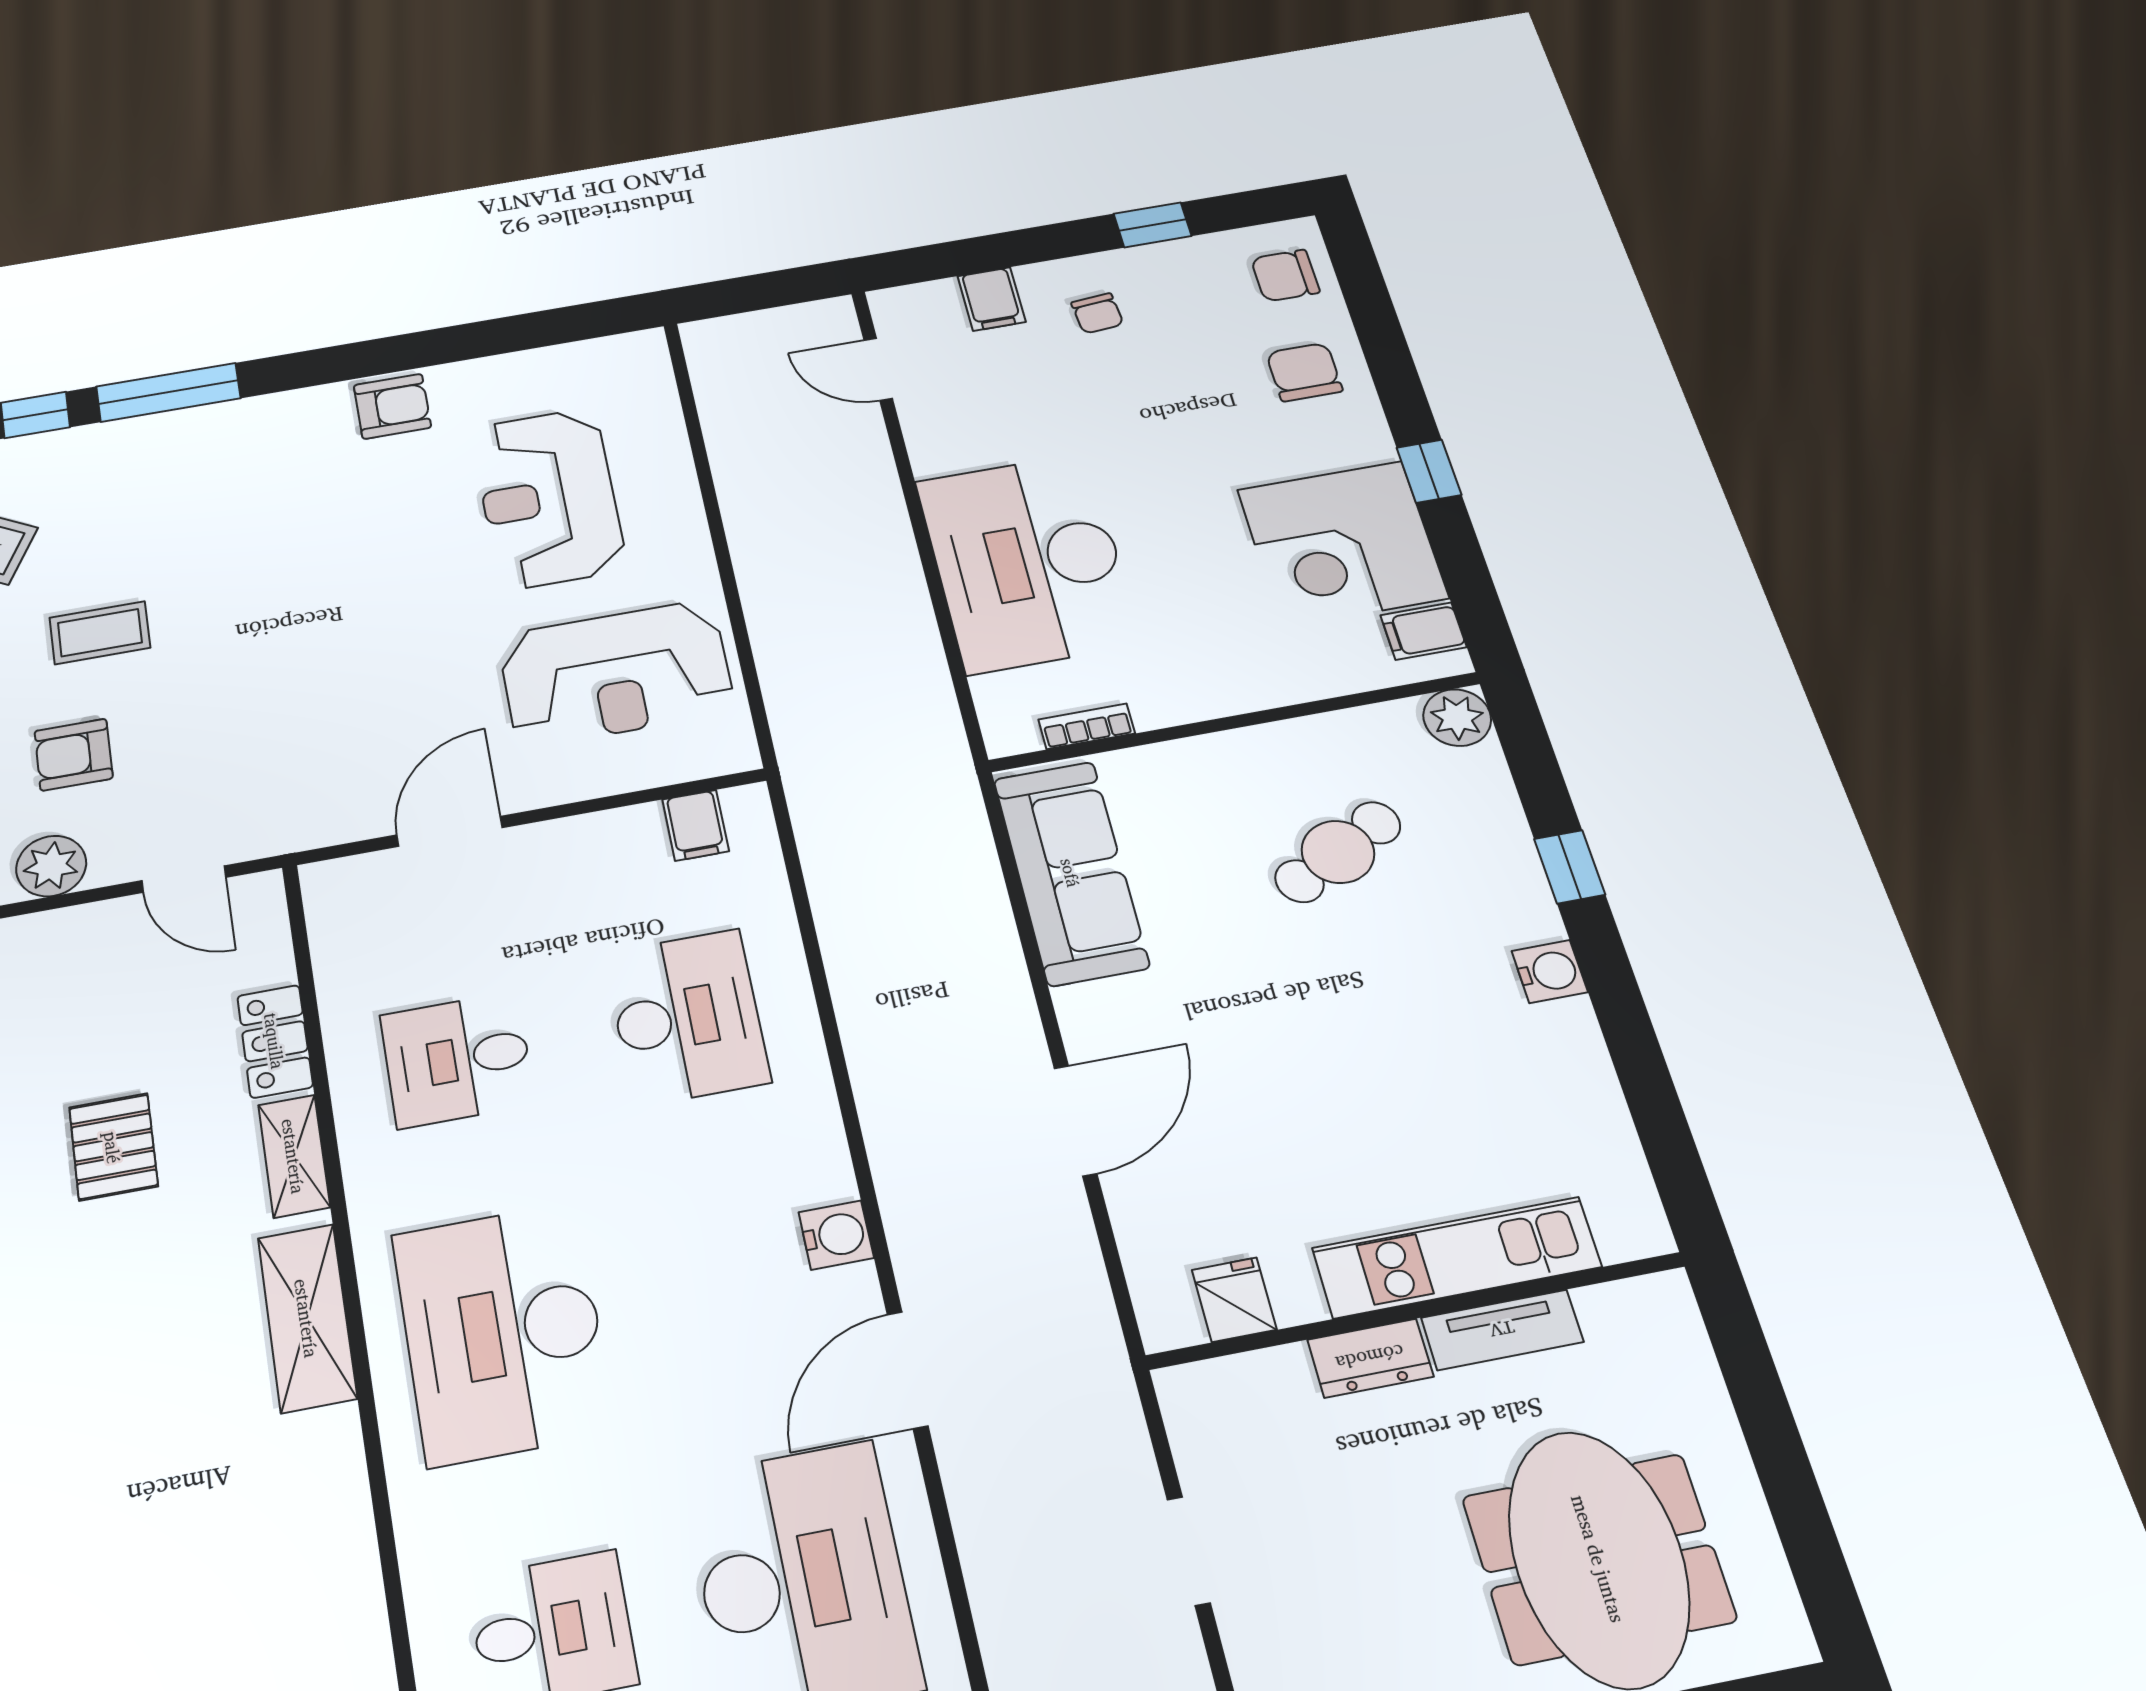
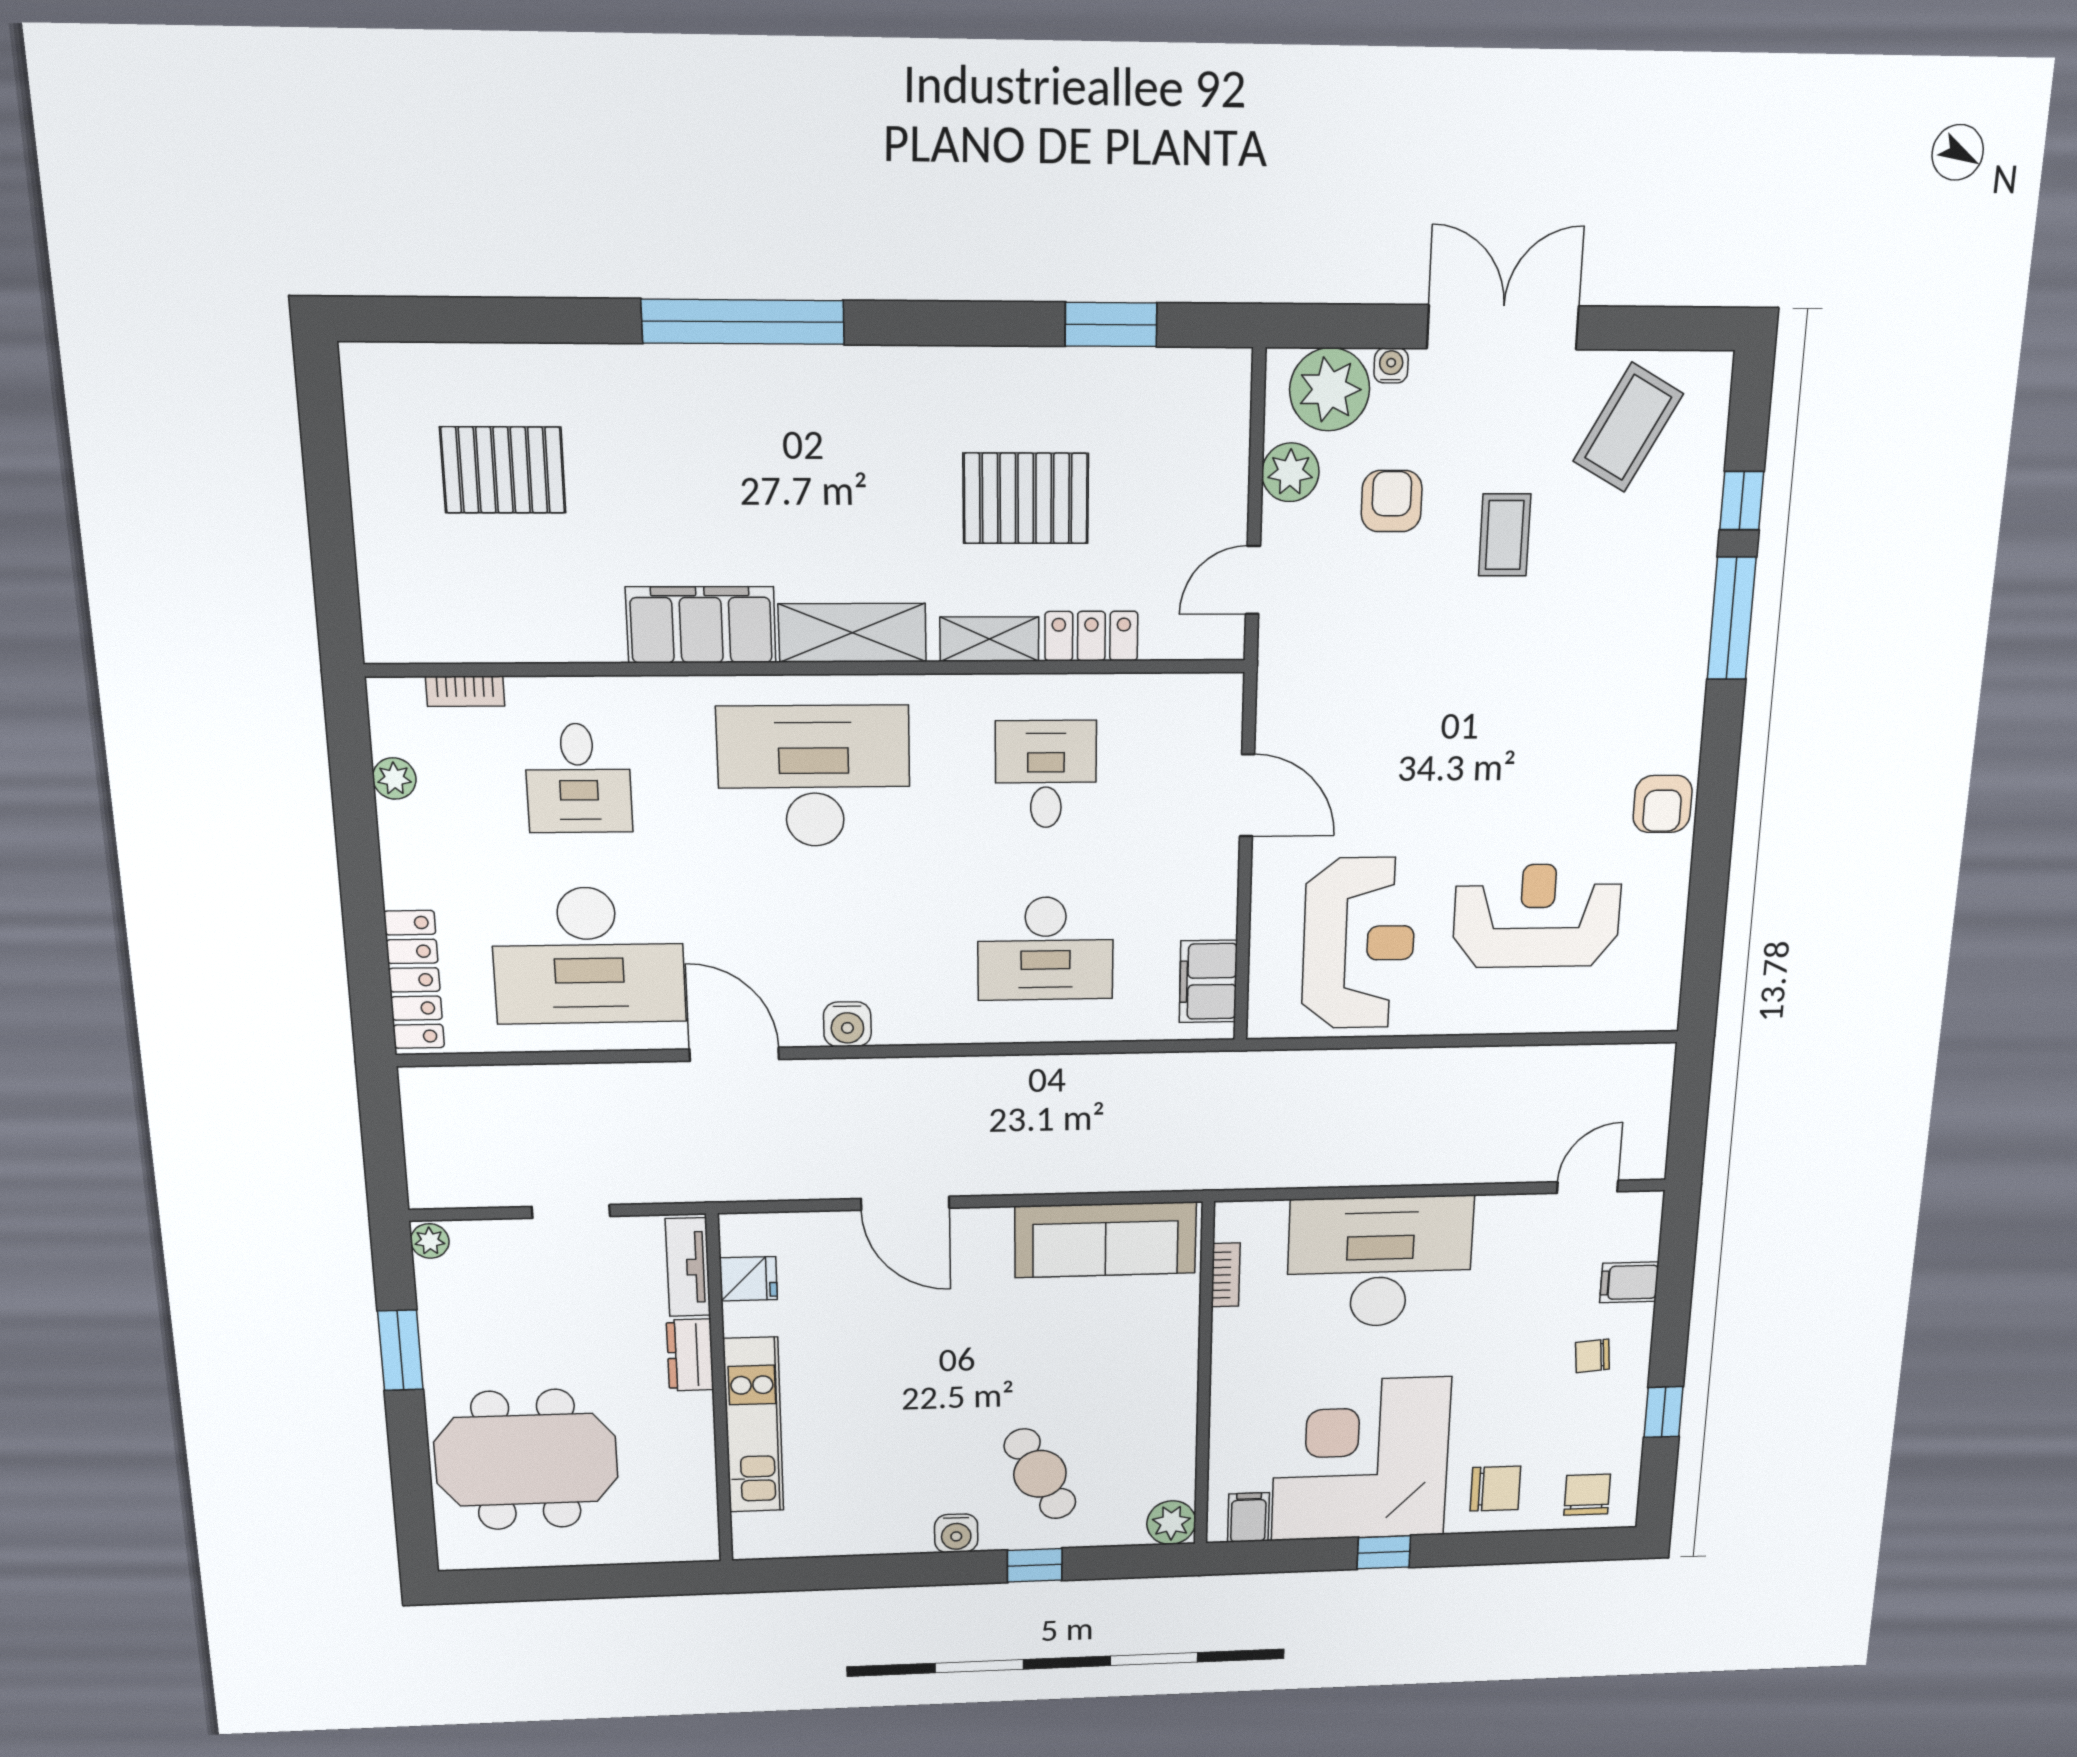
corner desk: (1342, 544) -> (1361, 1459), width x1.36, depth x1.36
reception desk: (616, 673) -> (1359, 943), turned 180
filing cabinet: (696, 825) -> (1208, 981), width x2.00
cafe table: (1338, 852) -> (1040, 1474), moved
pallet: (113, 1147) -> (1026, 498), width x1.50, depth x1.42
tv unit: (1502, 1330) -> (688, 1267), moved
filing cabinet: (321, 1504) -> (701, 625), added

